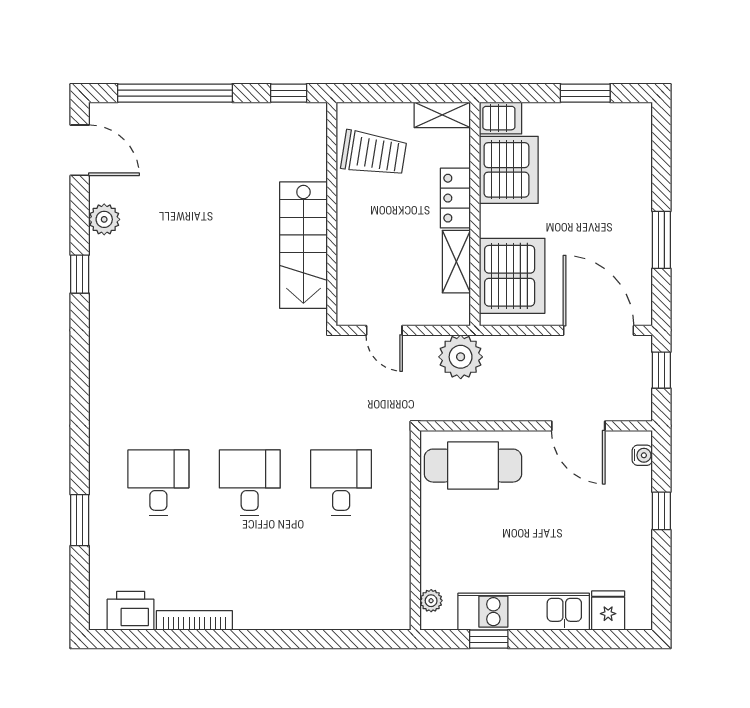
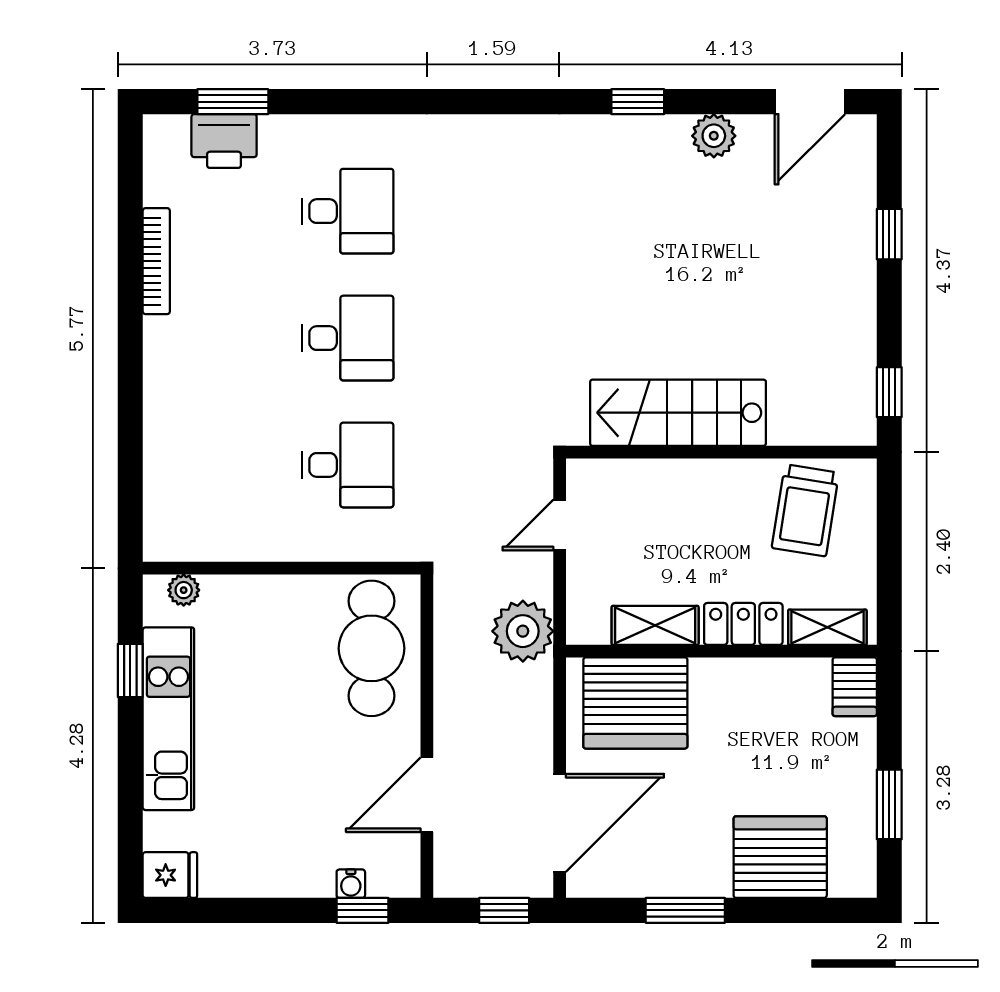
window: (175, 93) -> (889, 234), width x0.32
shelving: (442, 115) -> (827, 627), moved, turned 90
server rack: (509, 170) -> (780, 857), moved, turned 180
water cooler: (642, 455) -> (351, 884), moved
window: (661, 511) -> (363, 910), moved
window: (80, 520) -> (233, 102), moved
printer: (131, 611) -> (224, 141), moved, turned 90
fridge: (608, 611) -> (170, 875), moved

